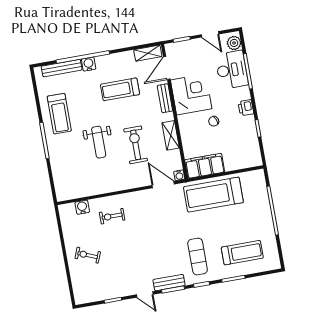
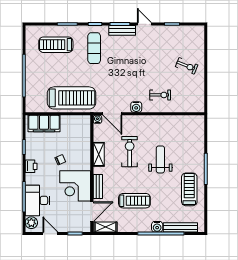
exercise bike: (136, 145) -> (130, 152), turned 180
filing cabinet: (205, 166) -> (44, 124), moved
water cooler: (82, 207) -> (136, 107), moved

